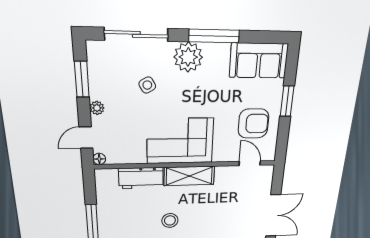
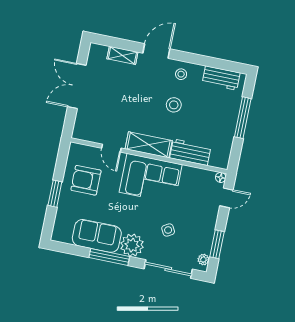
sofa: (259, 61) -> (97, 236), moved
plant: (97, 108) -> (203, 260), moved
door: (250, 163) -> (111, 148), moved

